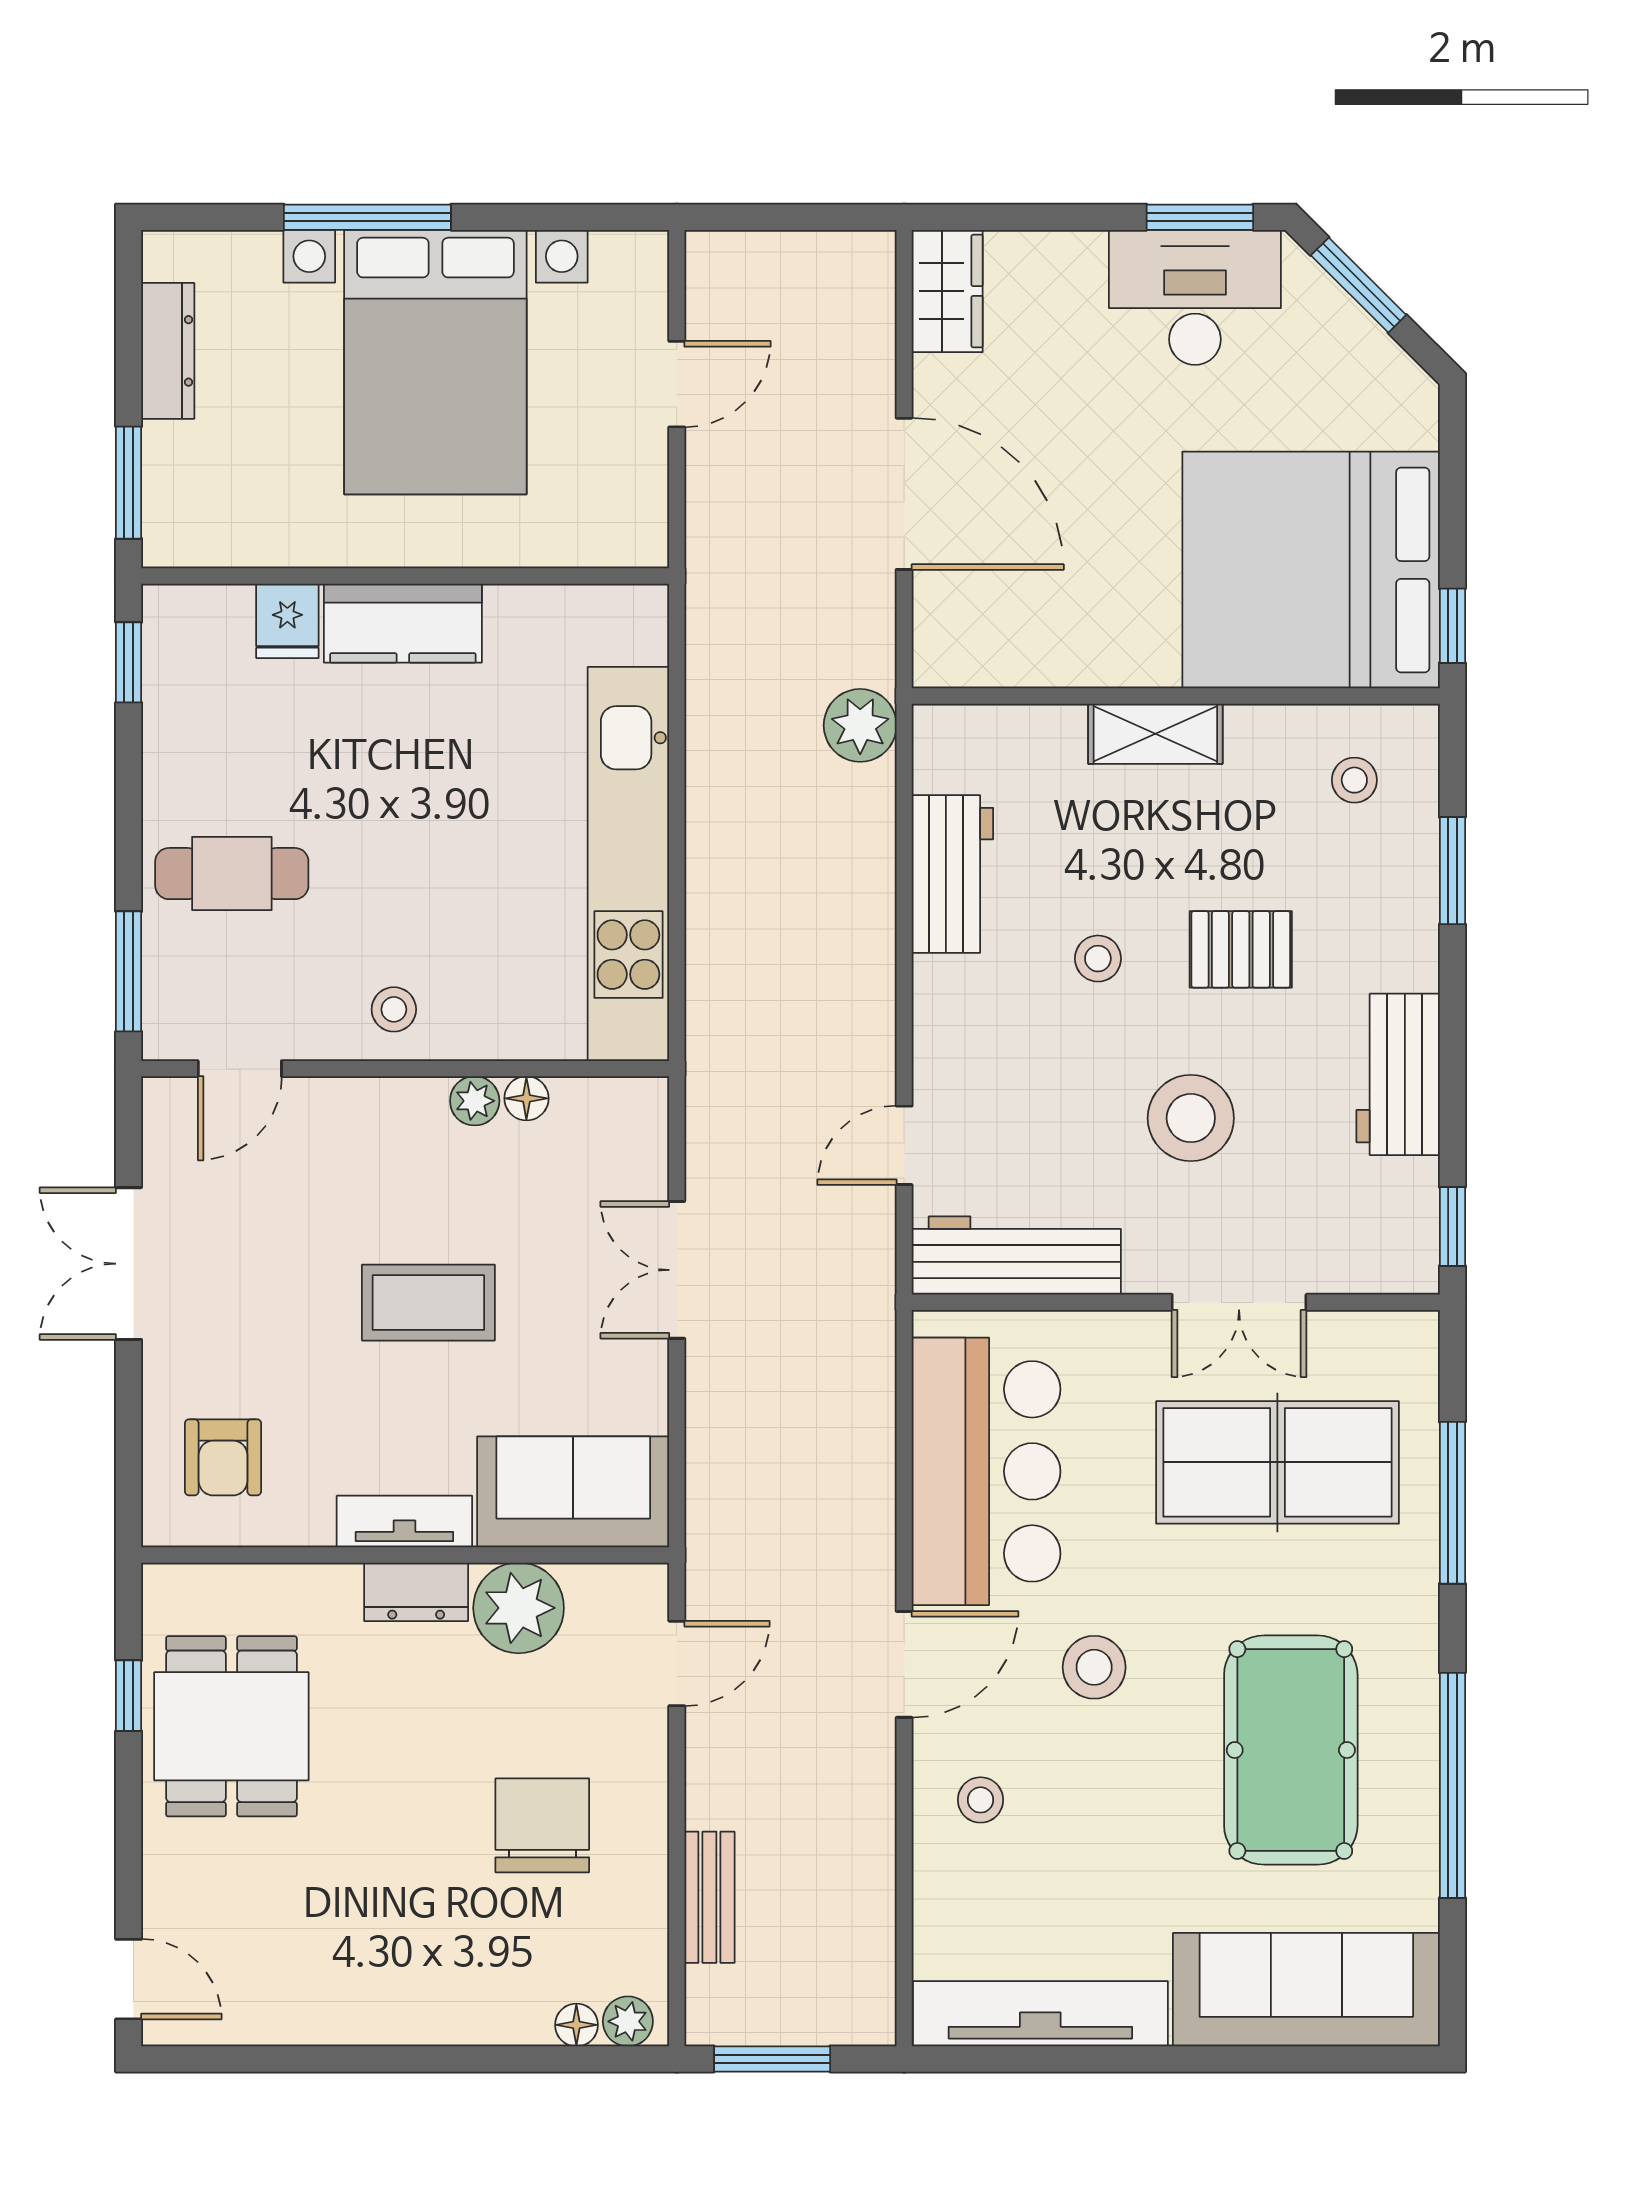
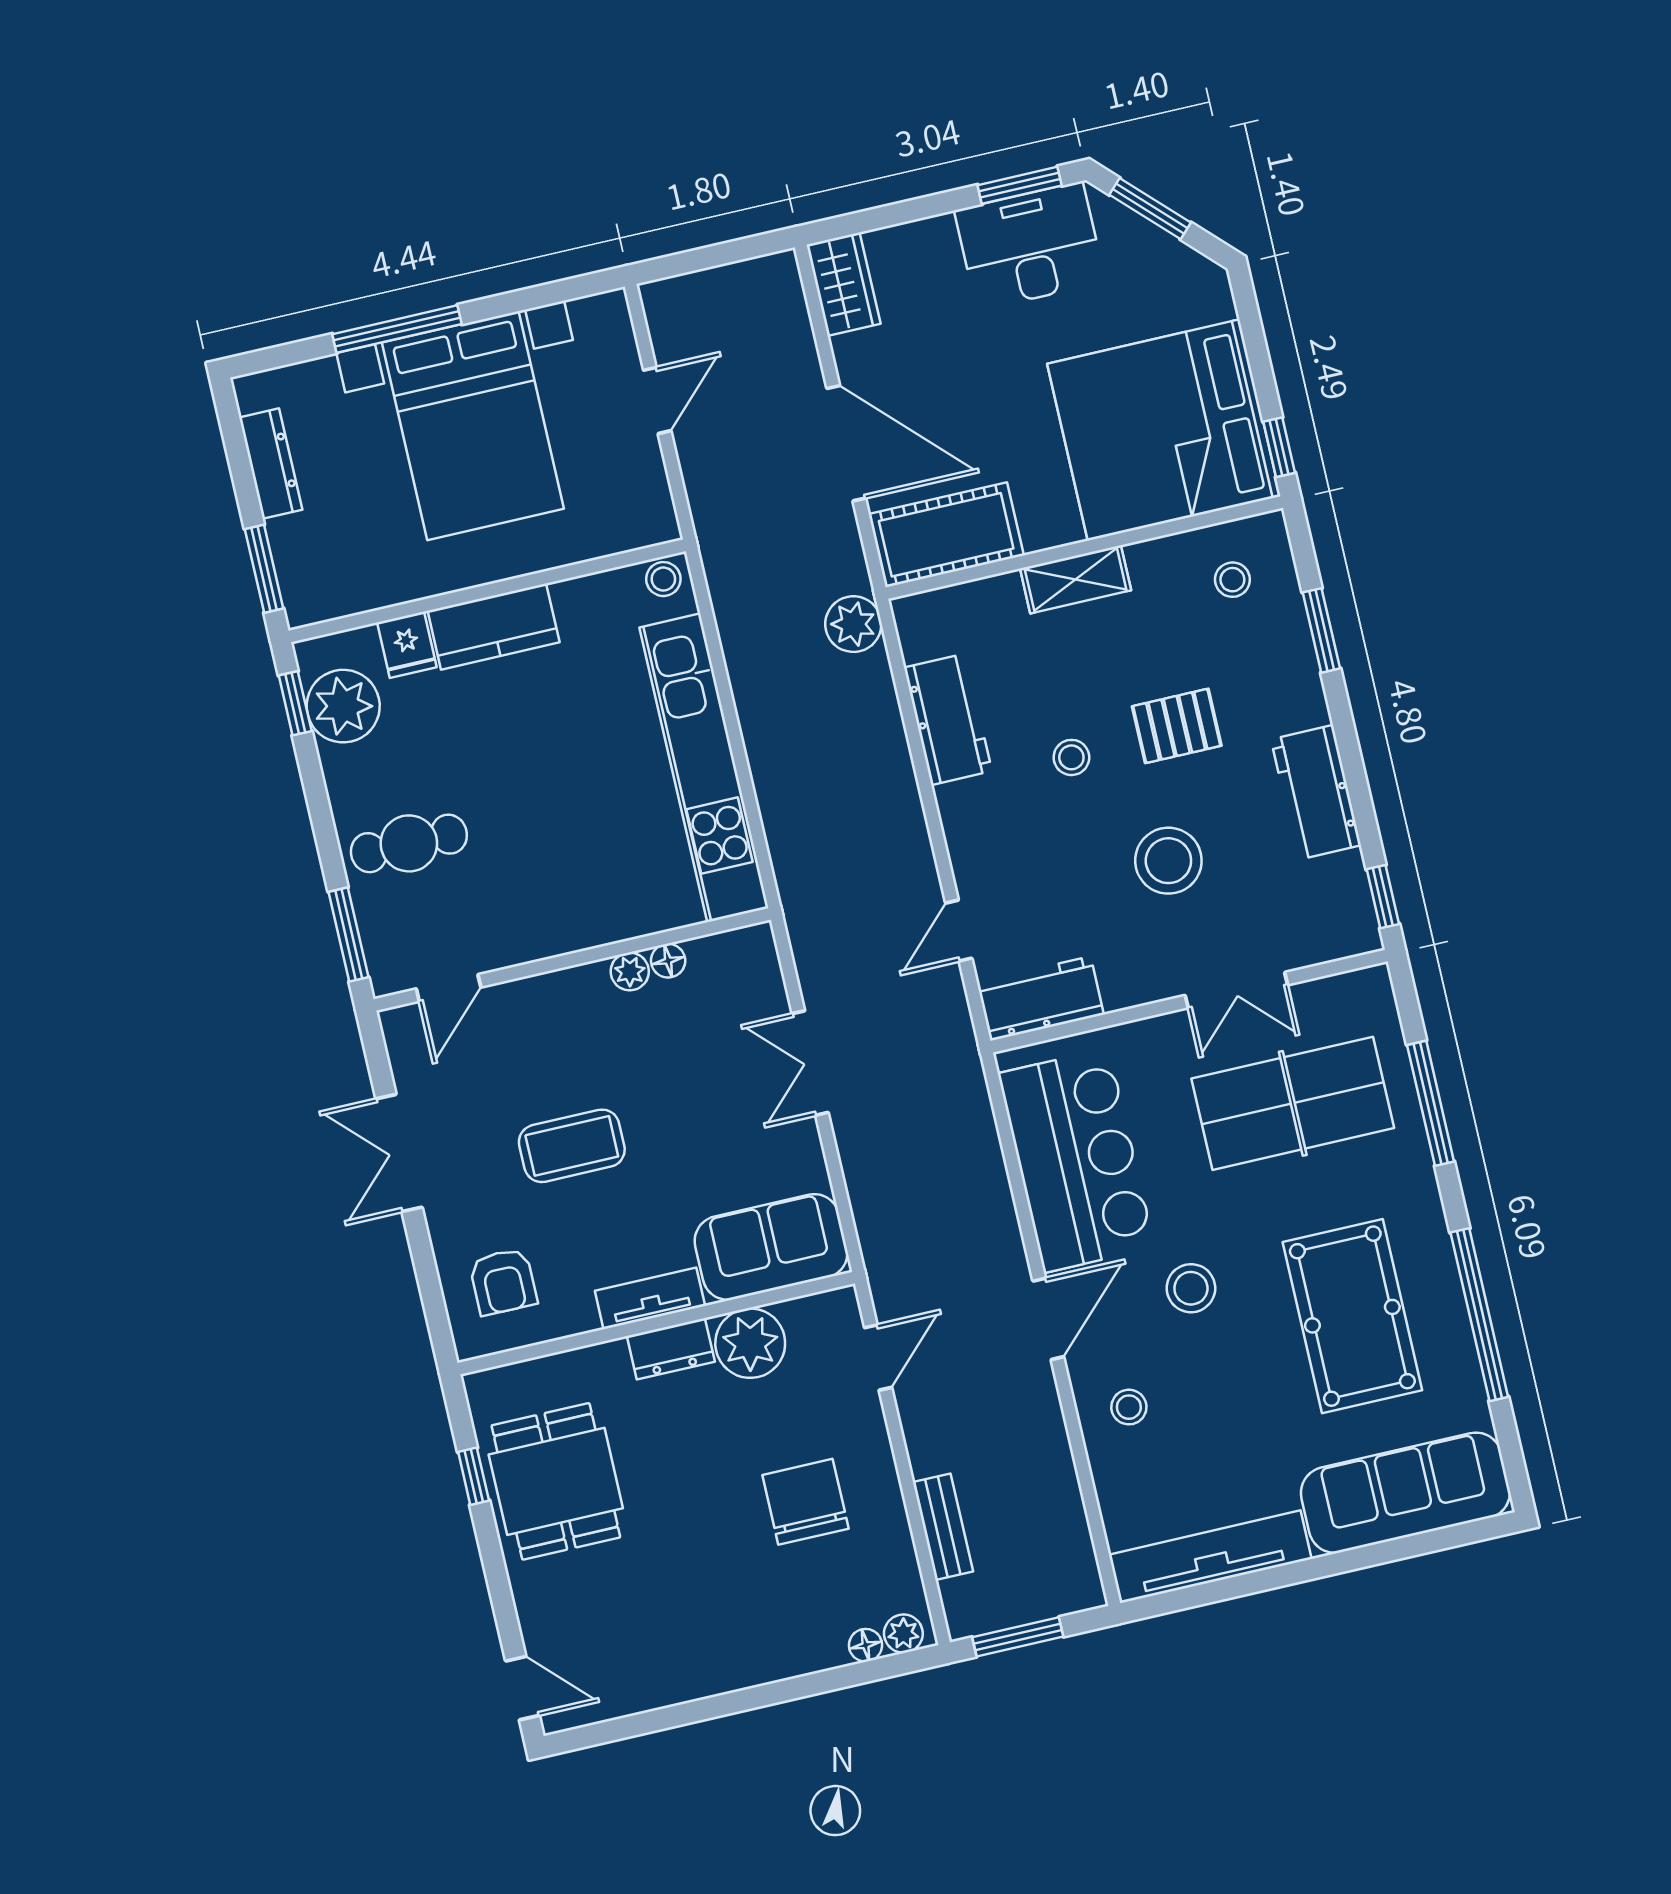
cot: (1004, 639) -> (946, 535), added
plant: (189, 680) -> (343, 706), added
stool: (394, 1009) -> (663, 579), moved
workbench: (1016, 1255) -> (1040, 999), width x0.73
coffee table: (428, 1303) -> (572, 1146), moved

